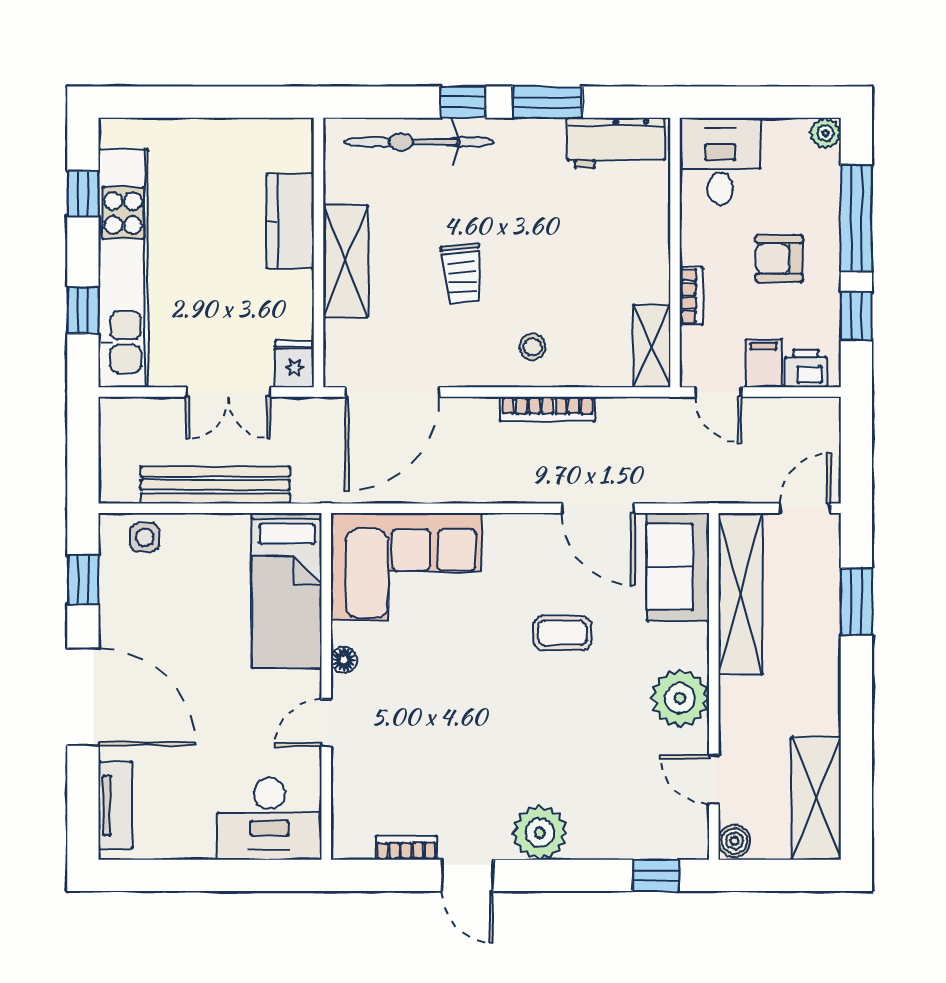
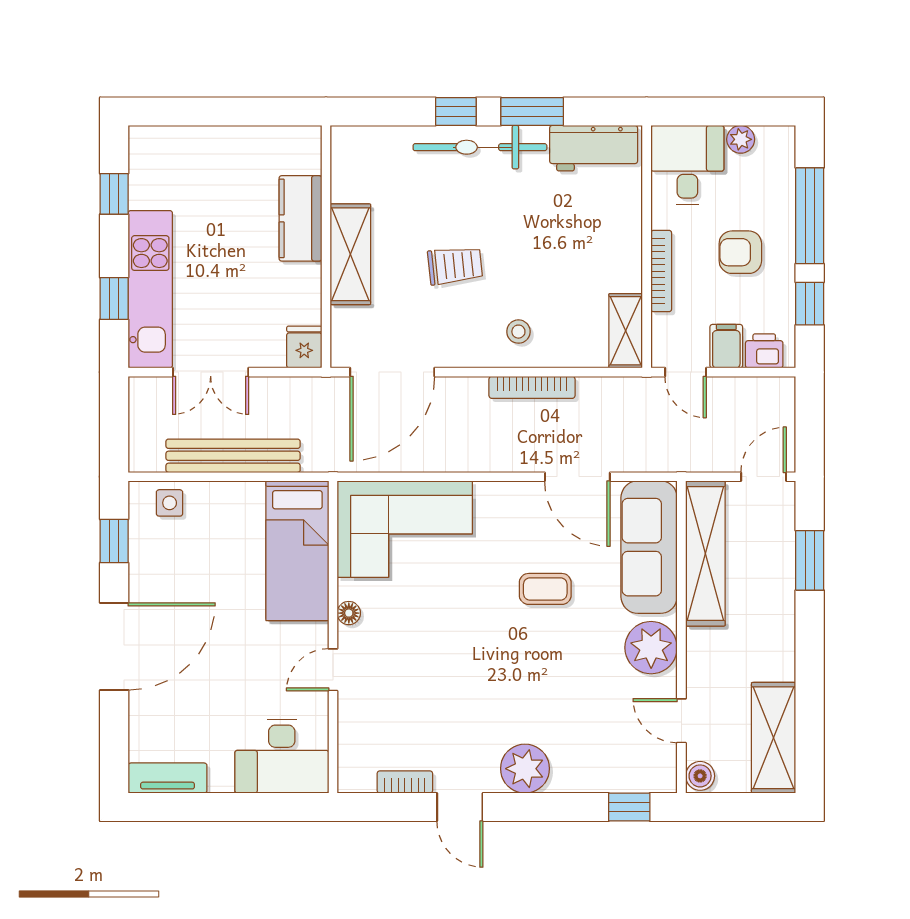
plant: (825, 133) -> (741, 139), moved
bicycle: (419, 142) -> (480, 147), moved
kitchen unit: (123, 268) -> (150, 289), width x0.73
trolley: (462, 273) -> (455, 265), turned -91
bookcase: (691, 296) -> (661, 271), width x1.56
double door: (228, 392) -> (211, 372), moved
sofa: (678, 567) -> (649, 547), width x1.36
door: (83, 697) -> (114, 646), hinge flipped
tv unit: (115, 805) -> (168, 778), moved, turned -90

